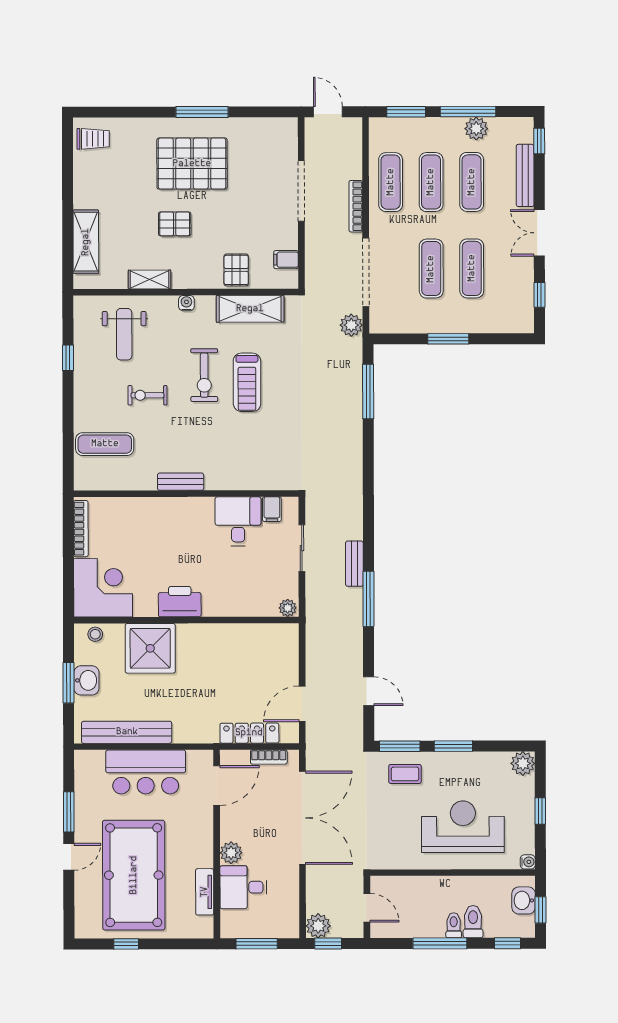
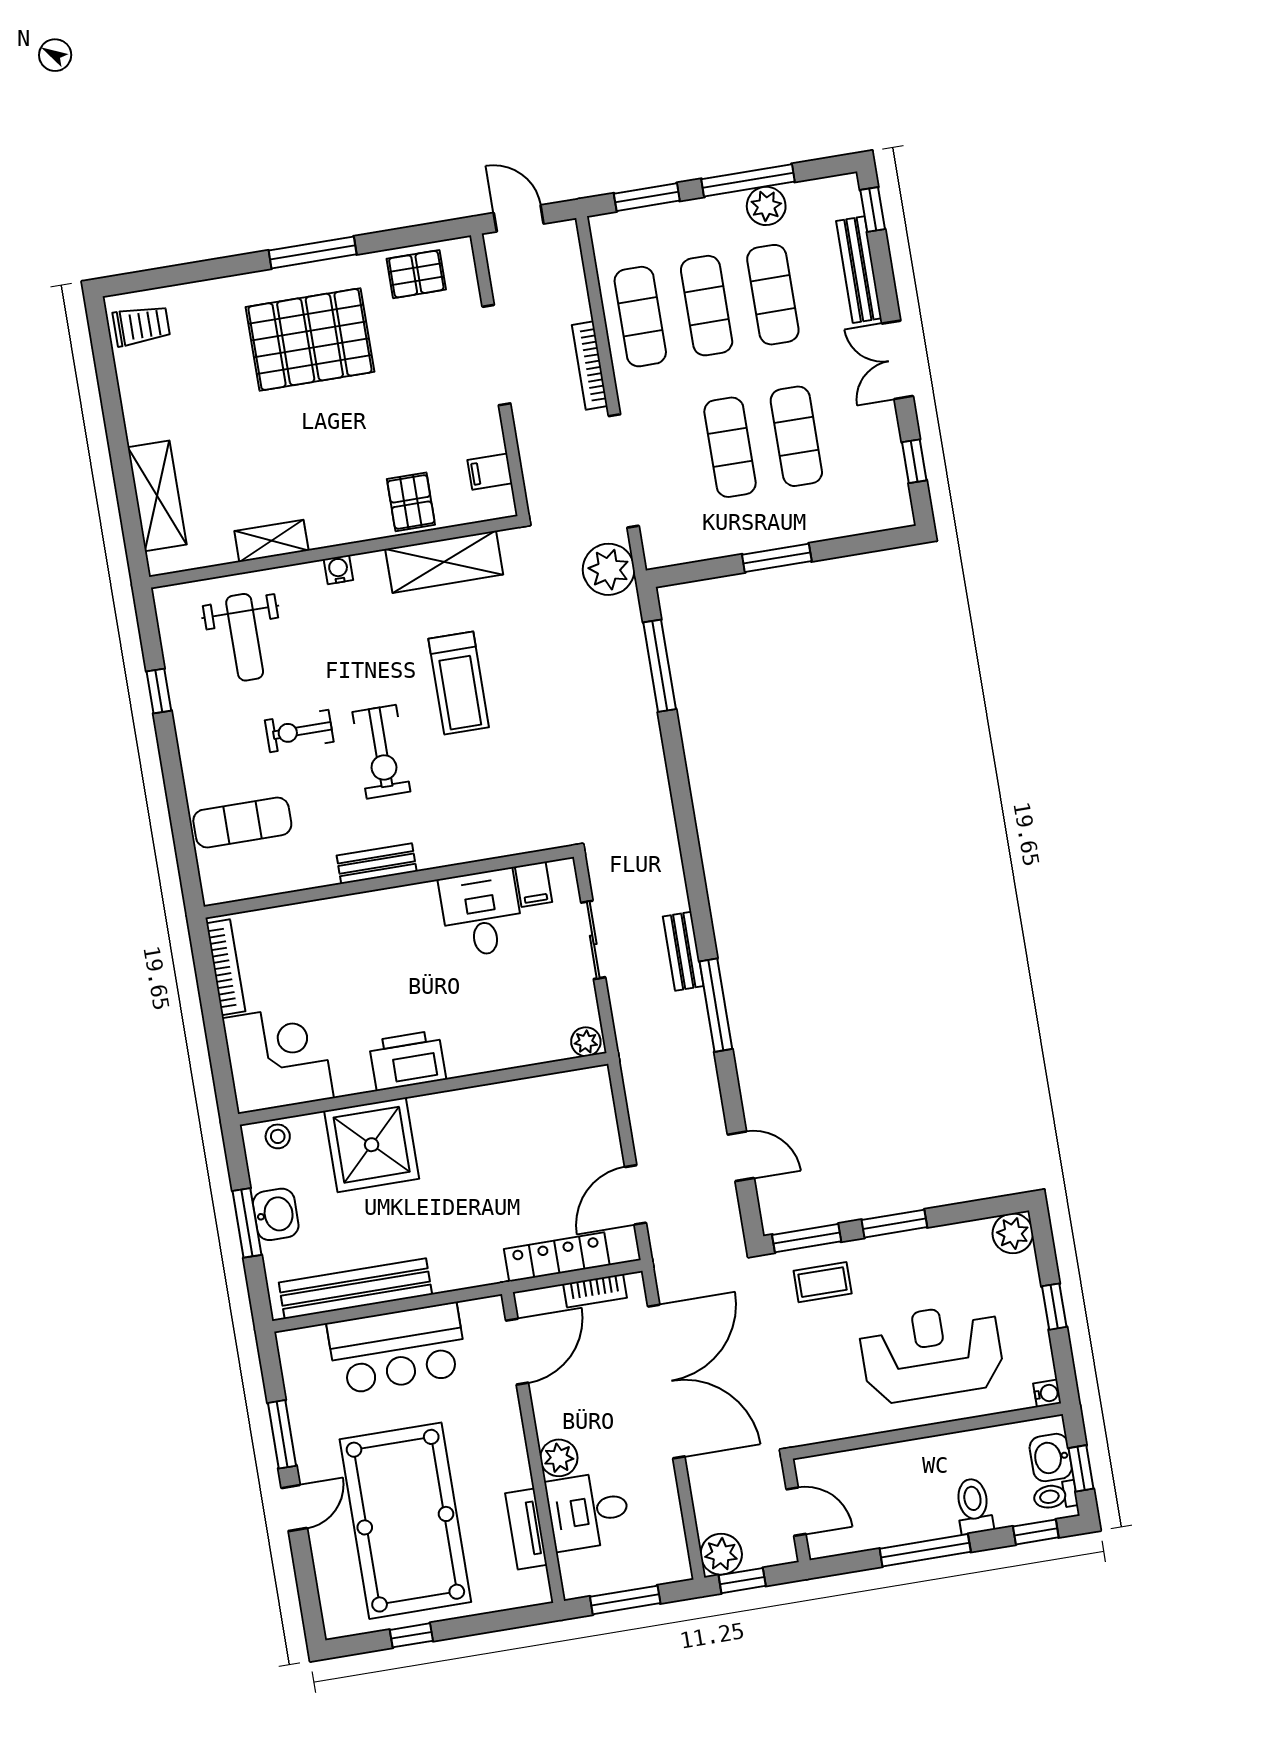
pallet: (175, 224) -> (416, 274), moved
plant: (351, 325) -> (609, 569), width x1.36, depth x1.36
exercise bike: (204, 375) -> (381, 752), moved
toilet: (454, 925) -> (1055, 1496), moved, turned -90

